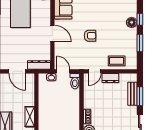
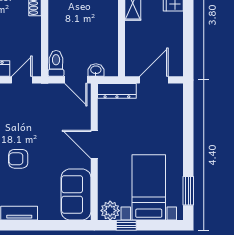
armchair: (90, 36) -> (18, 159), moved
door: (17, 71) -> (154, 80), hinge flipped

